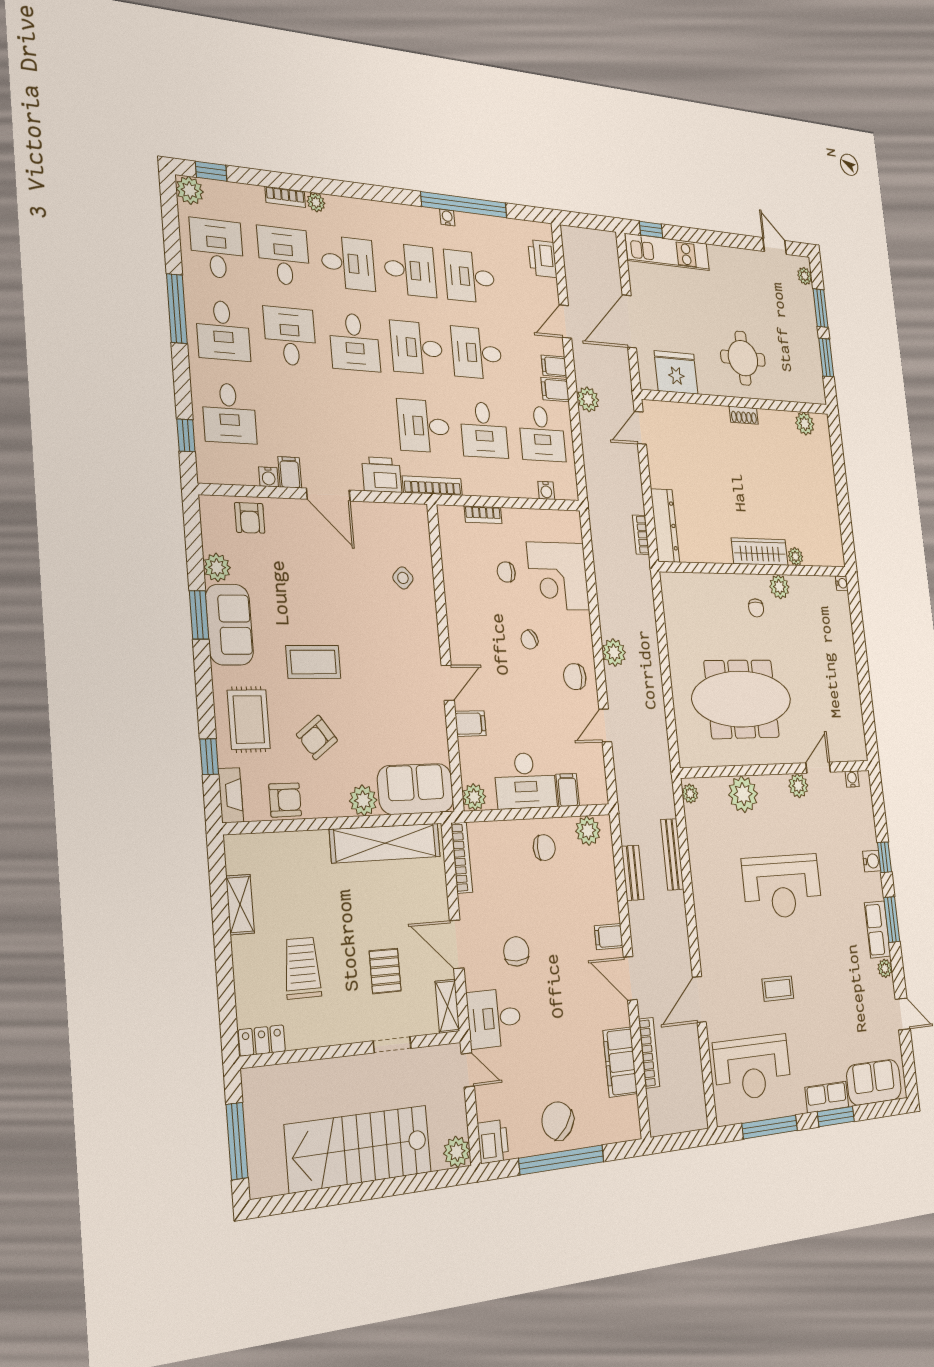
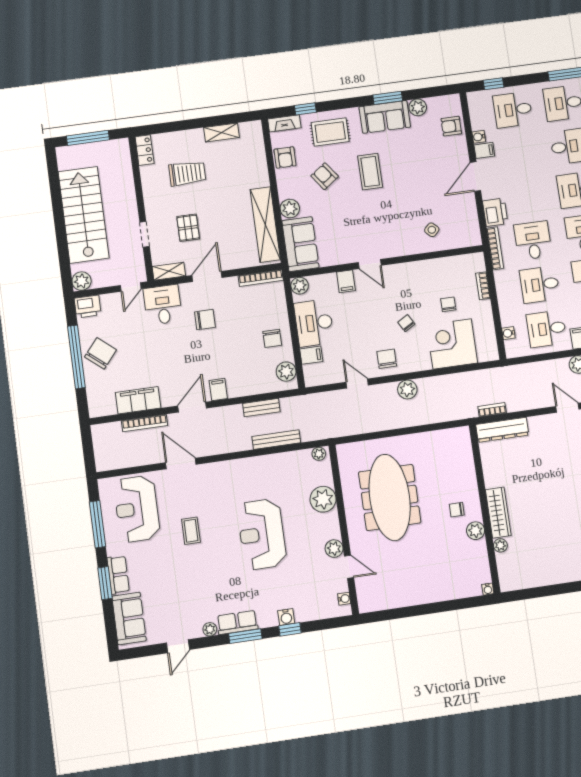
pallet: (385, 971) -> (188, 228), turned 90

